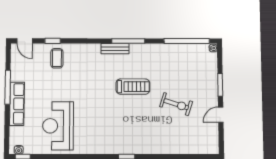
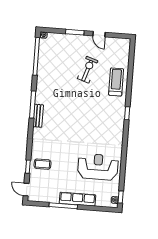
door: (25, 41) -> (26, 190), swing flipped
treadmill: (133, 87) -> (116, 82), moved
reception desk: (58, 126) -> (98, 167), turned 180

